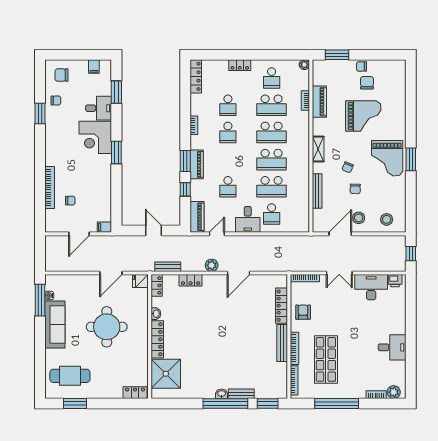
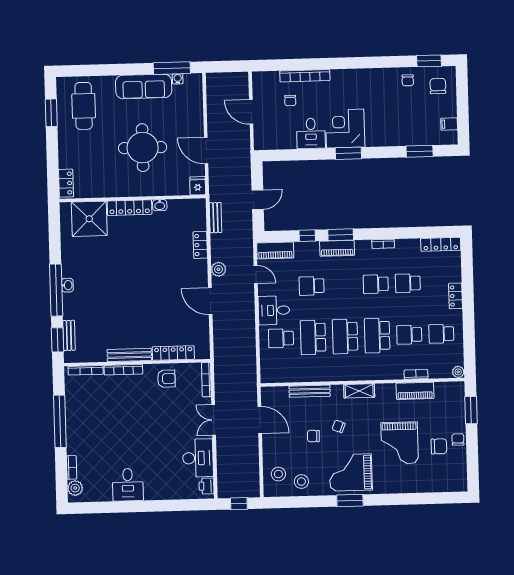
school desk: (272, 105) -> (409, 335), width x0.54
desk: (99, 108) -> (311, 133), moved
window: (40, 113) -> (429, 61), moved
corner desk: (95, 137) -> (345, 129), moved
stool: (359, 218) -> (301, 482), moved
filing cabinet: (104, 227) -> (260, 142), removed
locker: (157, 285) -> (193, 205), removed
shop shelf: (326, 359) -> (111, 407), removed
bench: (241, 394) -> (69, 335), moved

